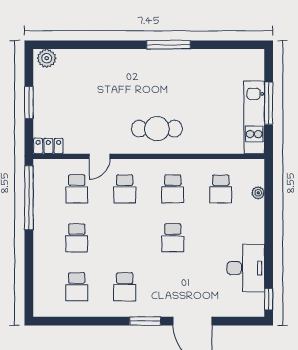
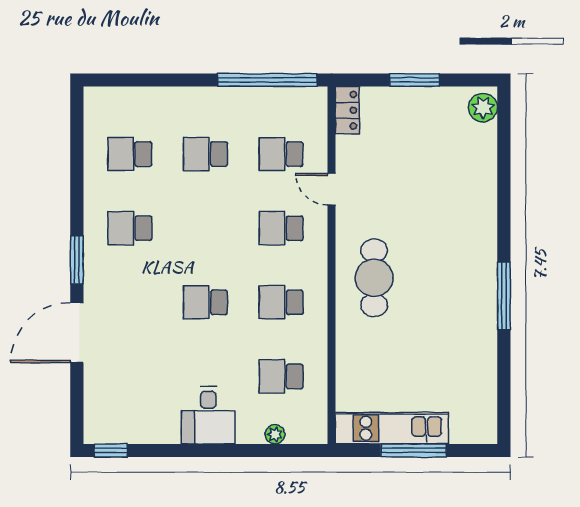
desk: (246, 268) -> (208, 415), moved, width x0.73

